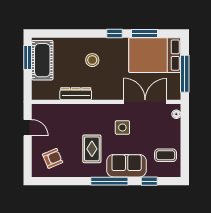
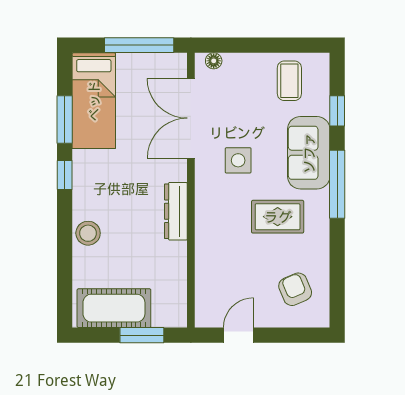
bed: (155, 55) -> (94, 101), width x0.67
window: (28, 58) -> (142, 335), moved
stool: (92, 60) -> (88, 233), moved
dresser: (76, 94) -> (176, 211), moved

